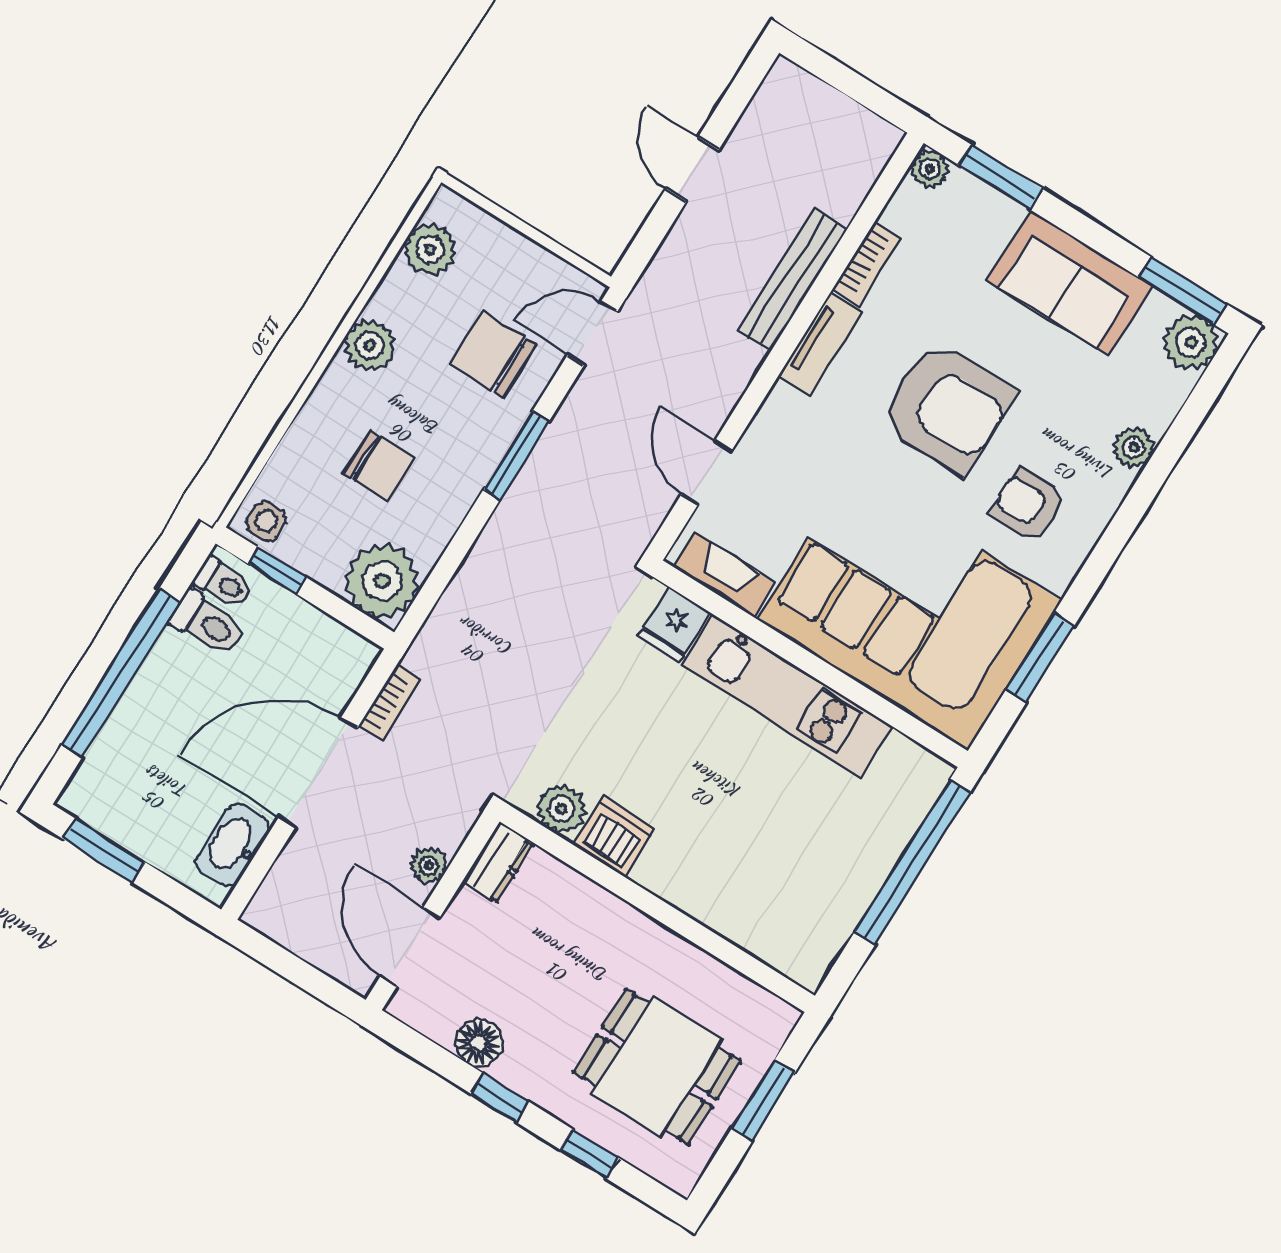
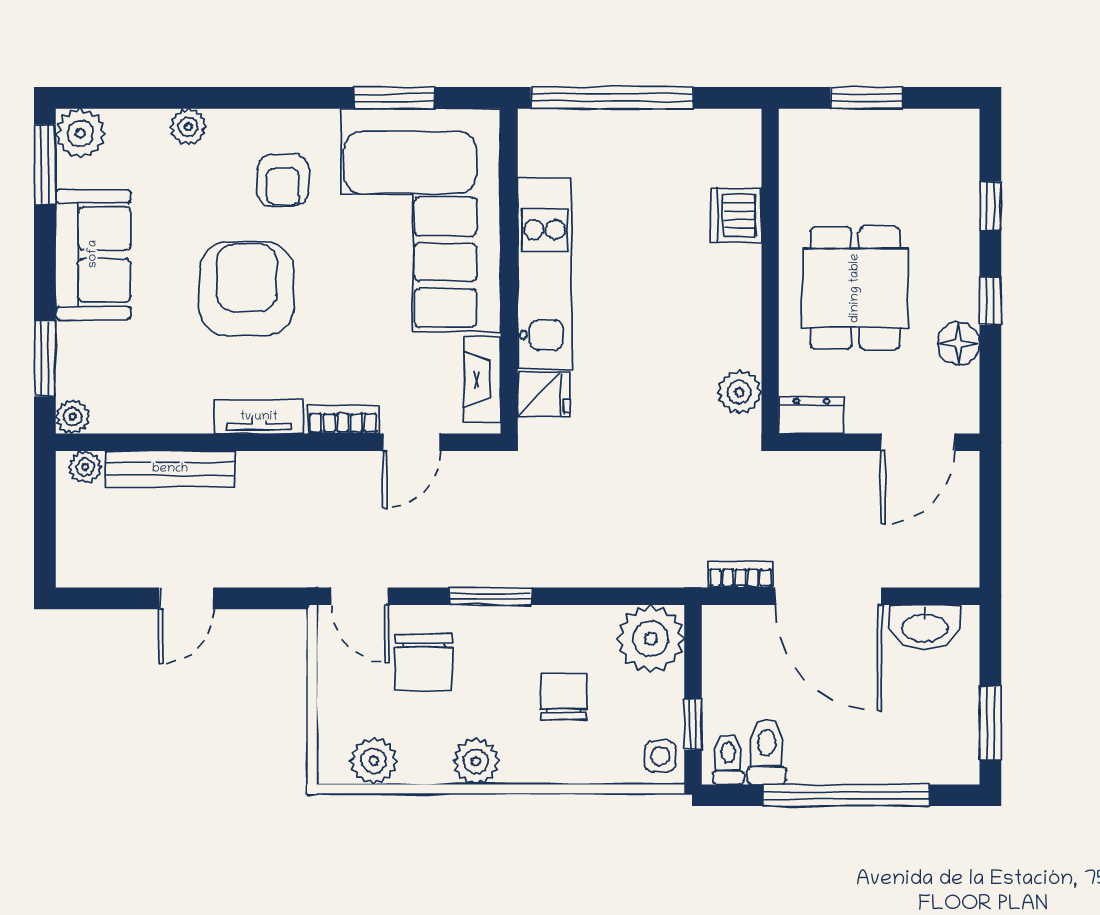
bookcase: (867, 264) -> (343, 419), moved
bench: (792, 279) -> (170, 469), moved
dishwasher: (614, 837) -> (736, 215), moved
plant: (428, 866) -> (85, 467), moved
dining table: (657, 1067) -> (855, 288), moved

